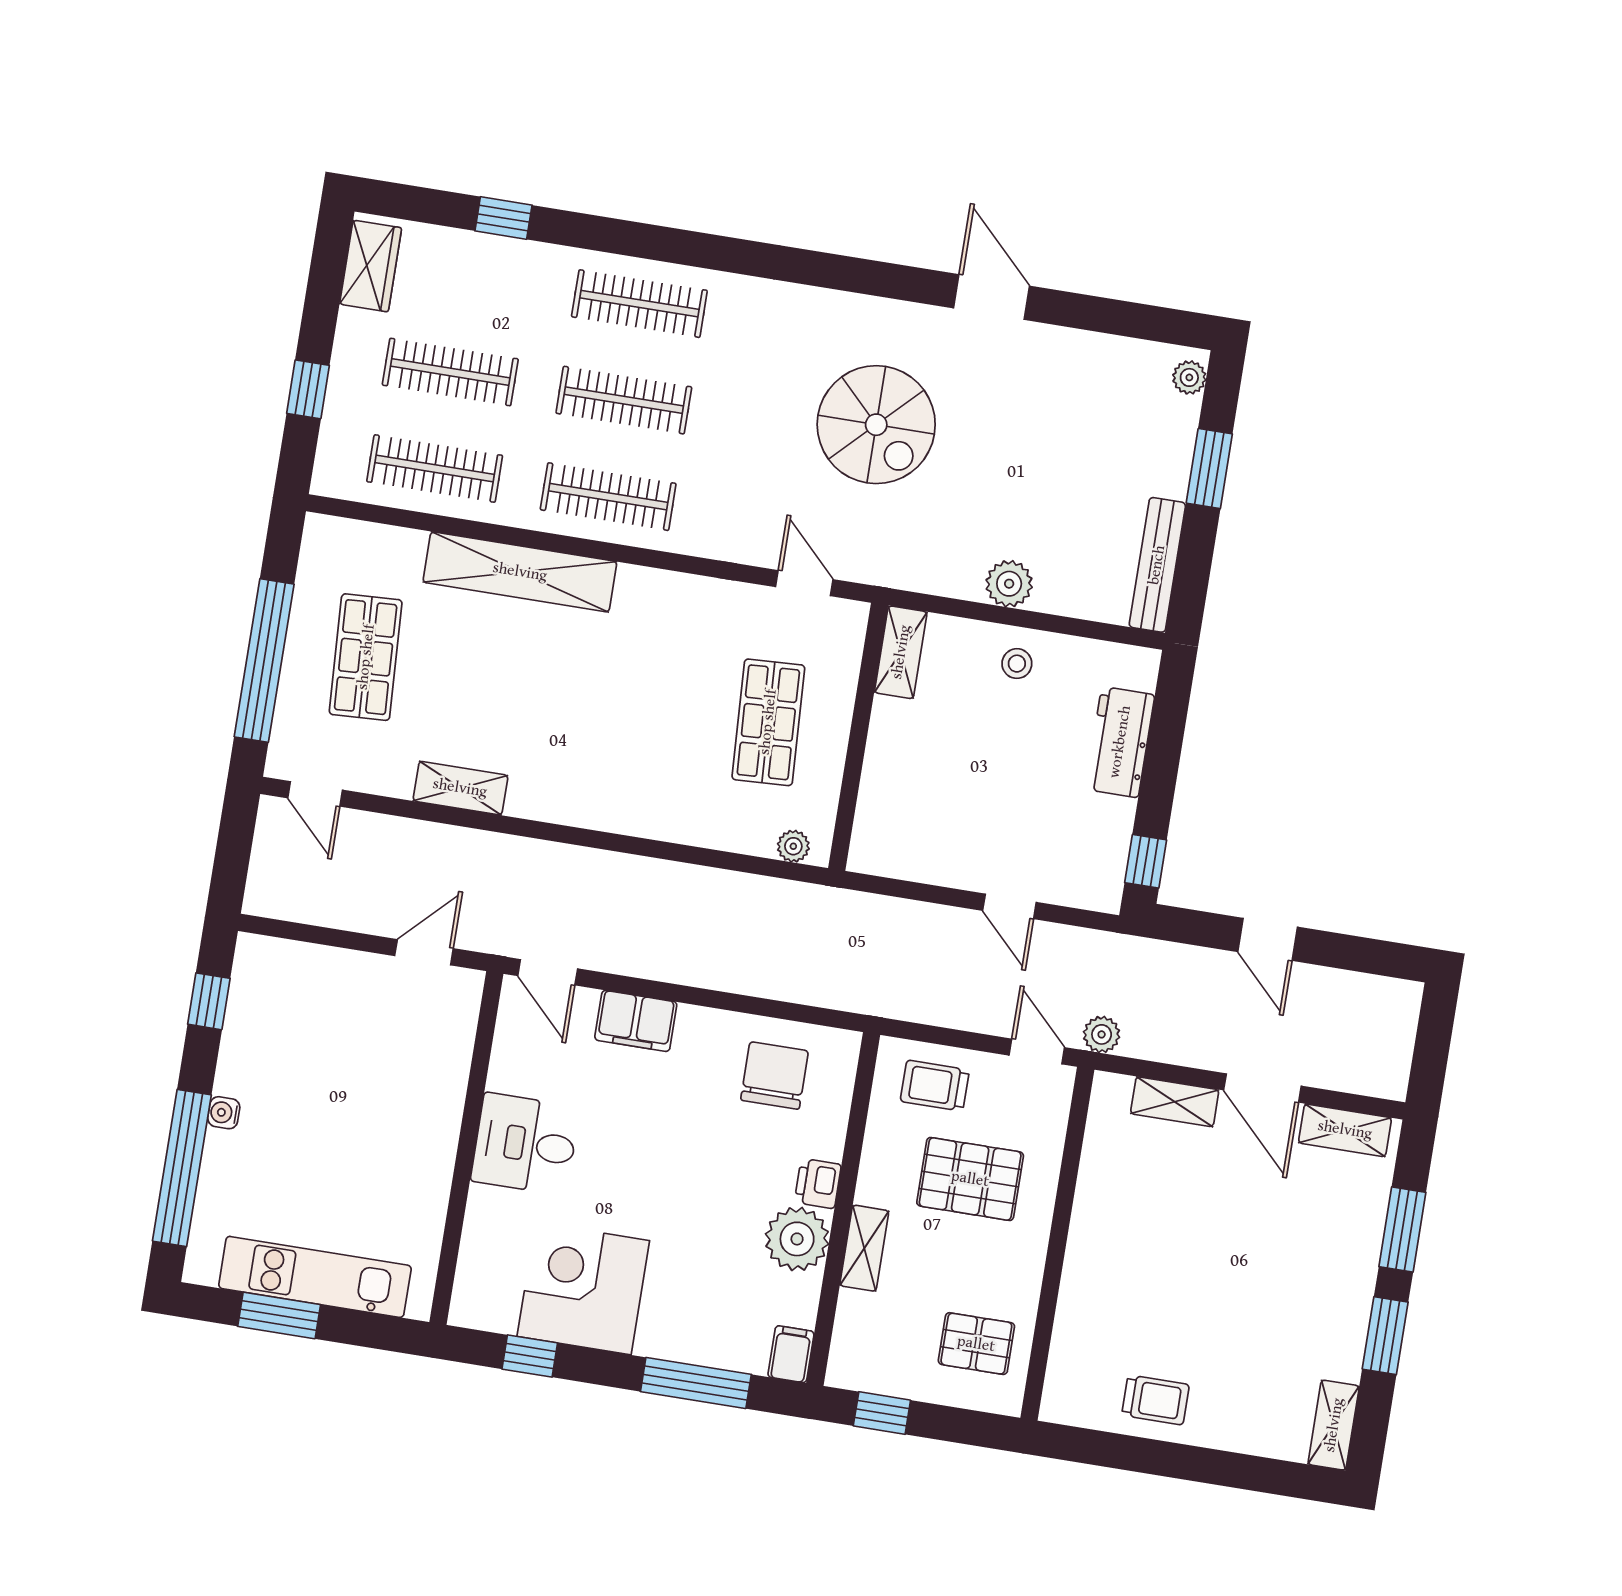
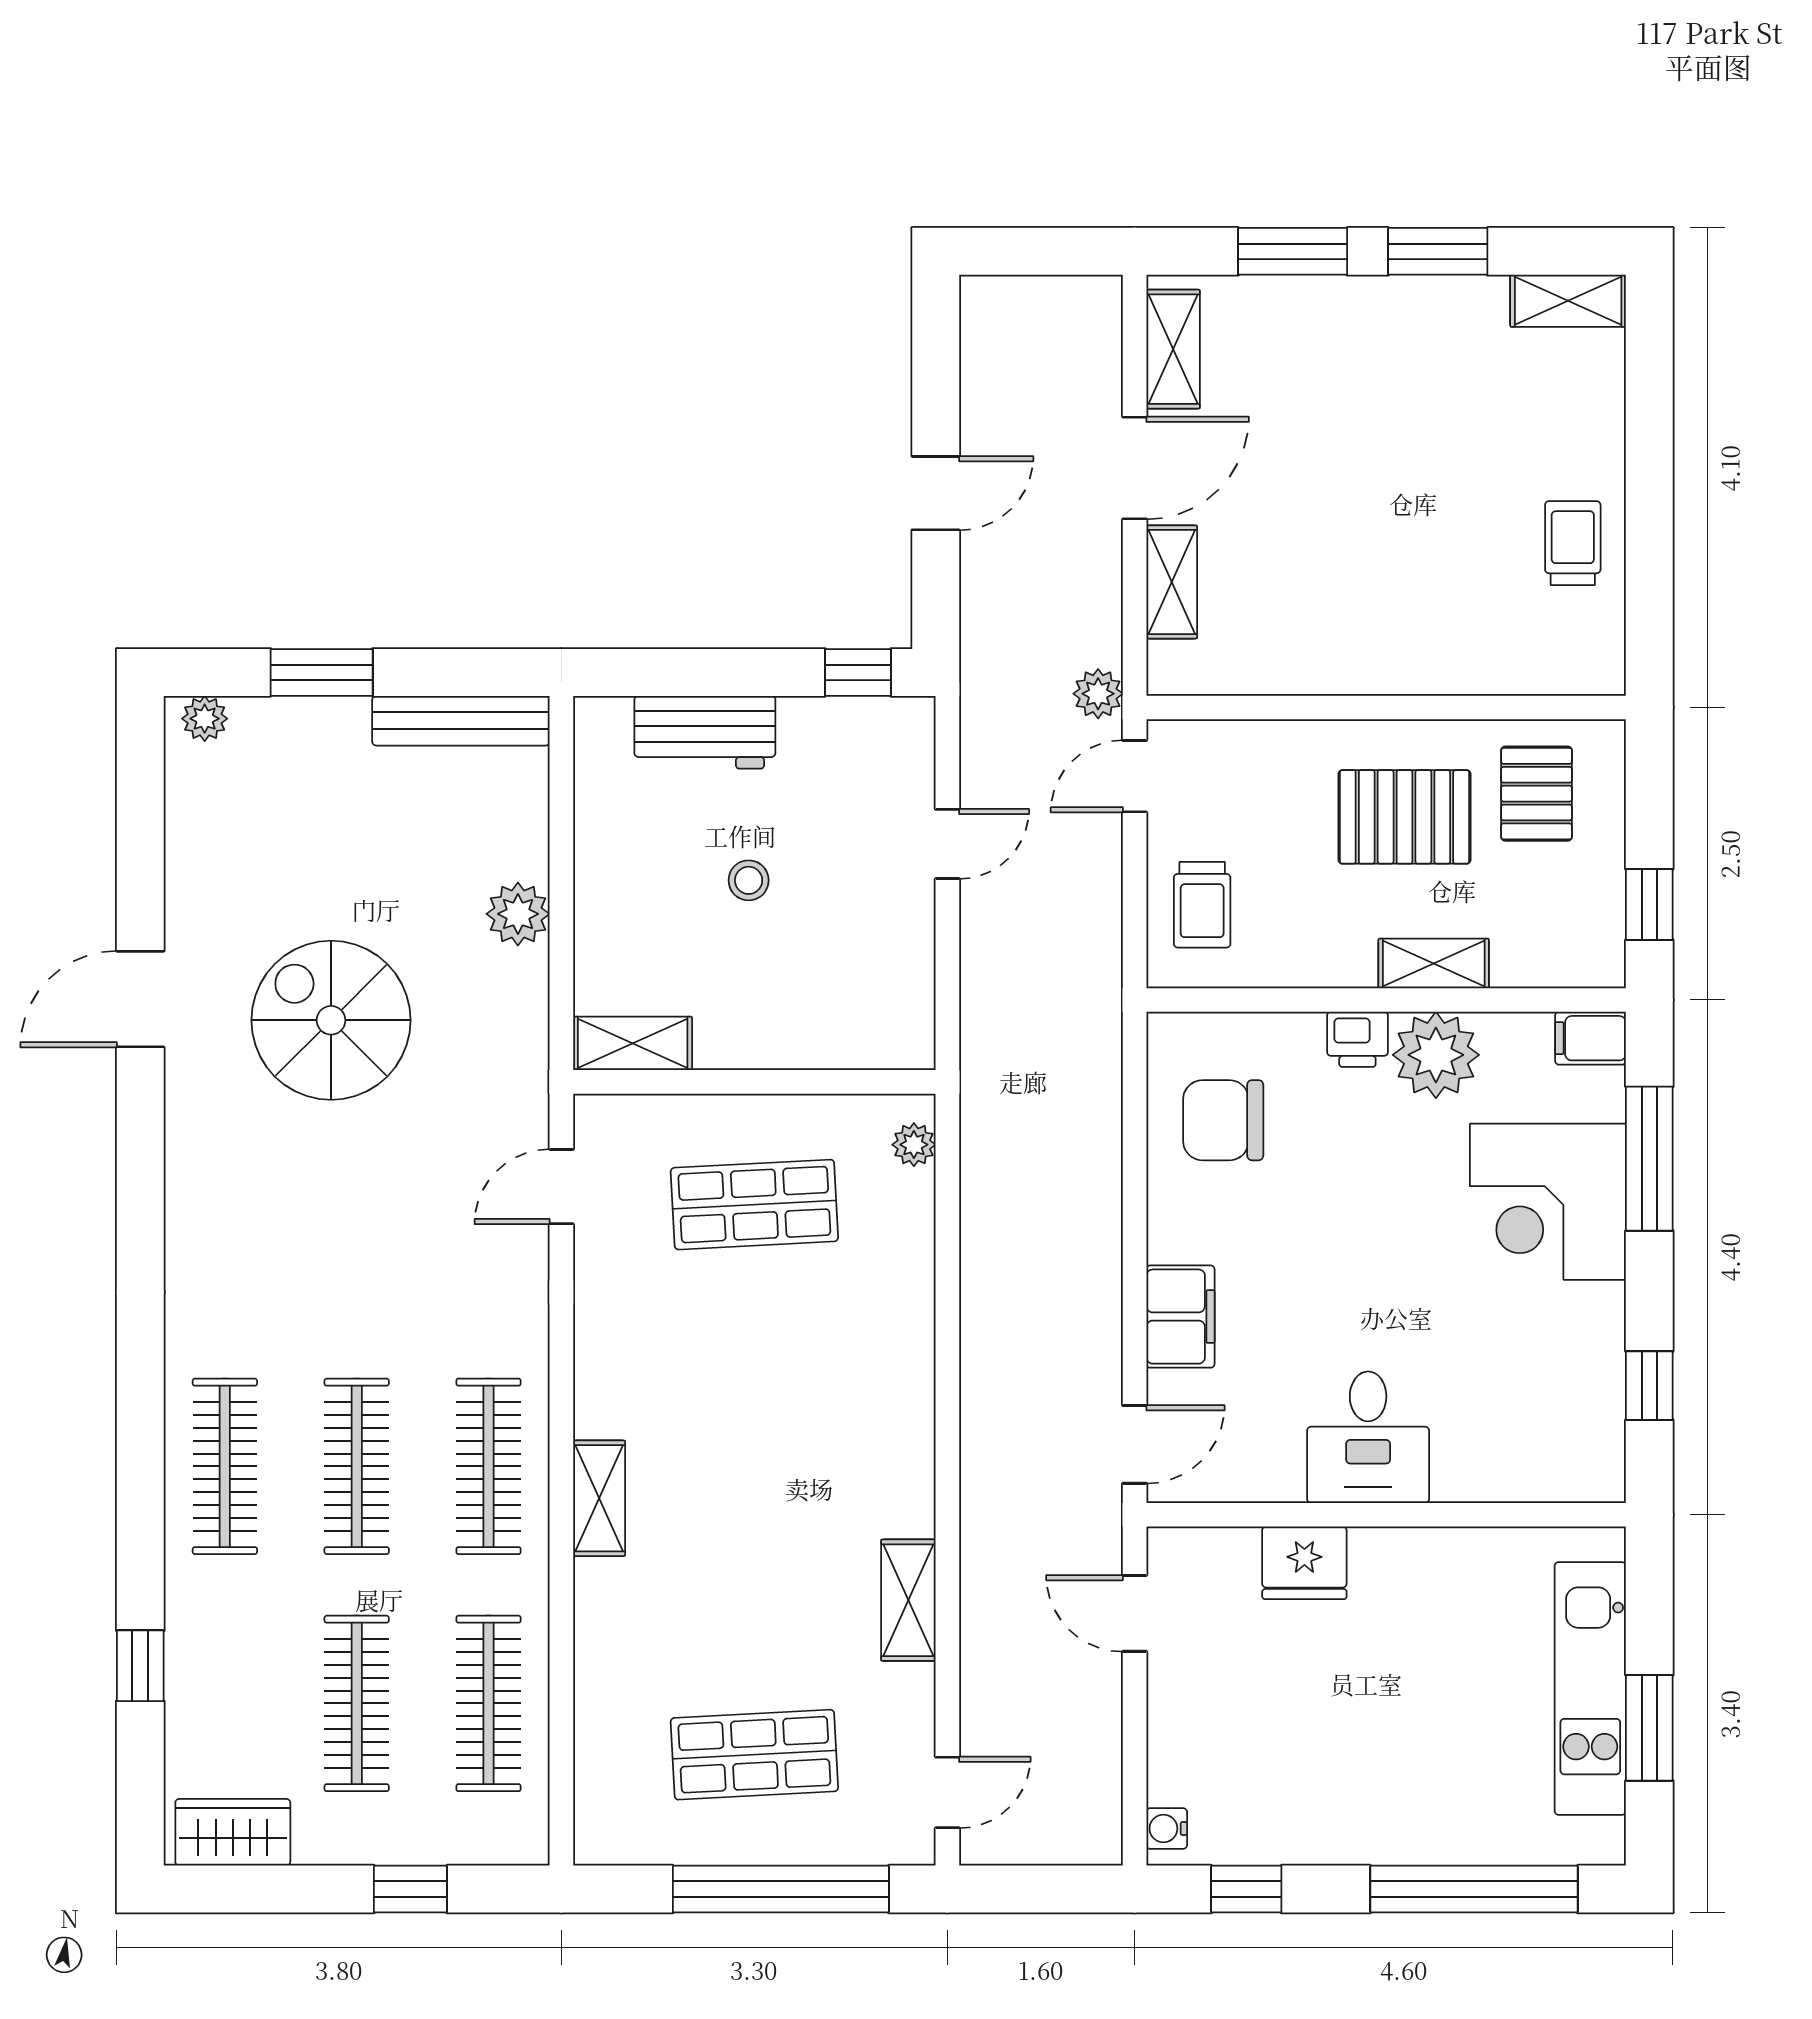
spiral stairs: (876, 425) -> (331, 1020), moved, turned -90
shelving: (520, 572) -> (599, 1498), width x0.45, depth x0.75
stool: (1017, 664) -> (749, 880), moved
fridge: (441, 1083) -> (1304, 1563), added
water cooler: (224, 1113) -> (1167, 1828), moved, turned 90
pallet: (970, 1179) -> (1404, 817), moved, turned 90
corner desk: (583, 1288) -> (1548, 1202), moved

